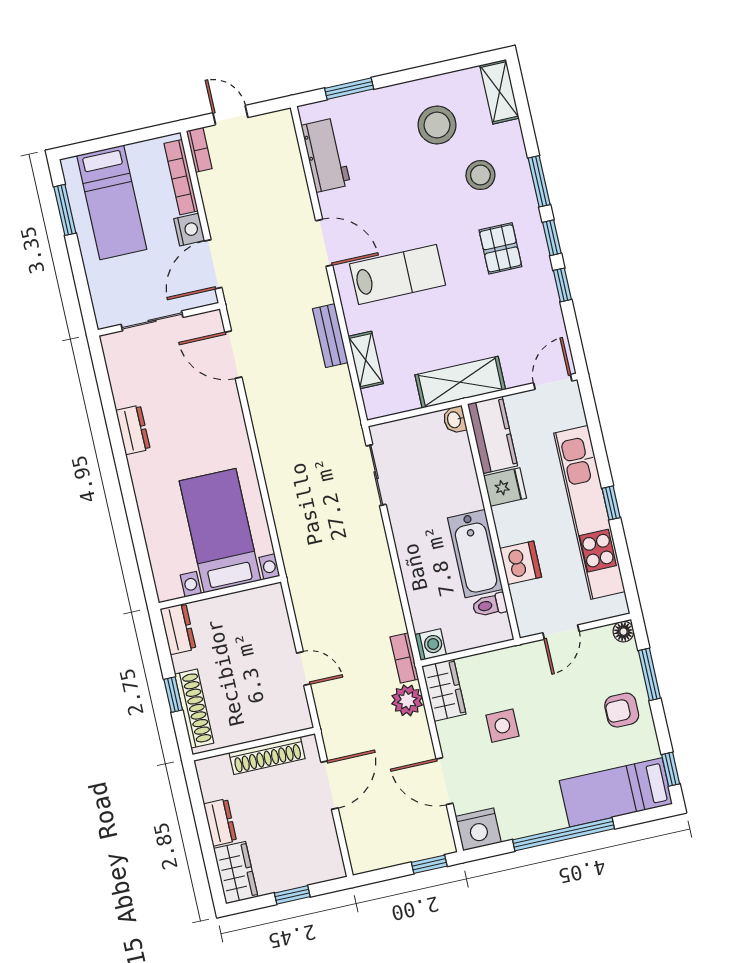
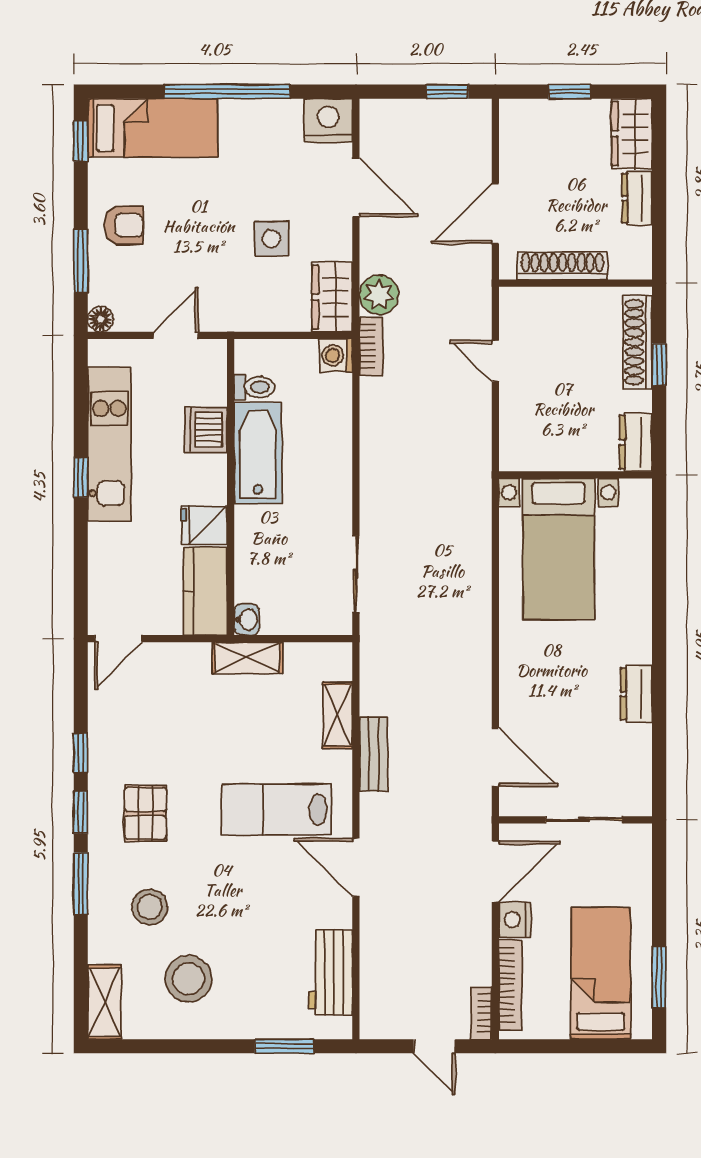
shelving: (460, 382) -> (247, 658), width x0.67, depth x0.75
kitchen unit: (589, 512) -> (109, 444), width x0.73
window: (429, 864) -> (447, 92), moved

